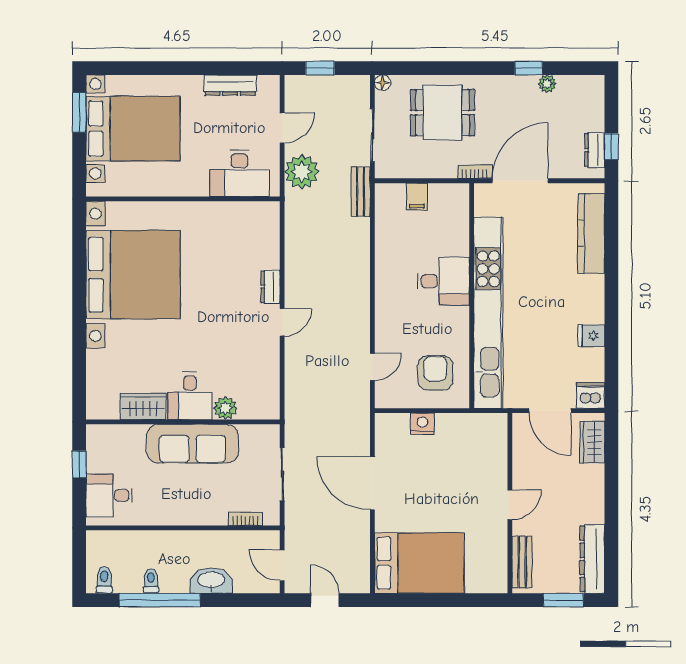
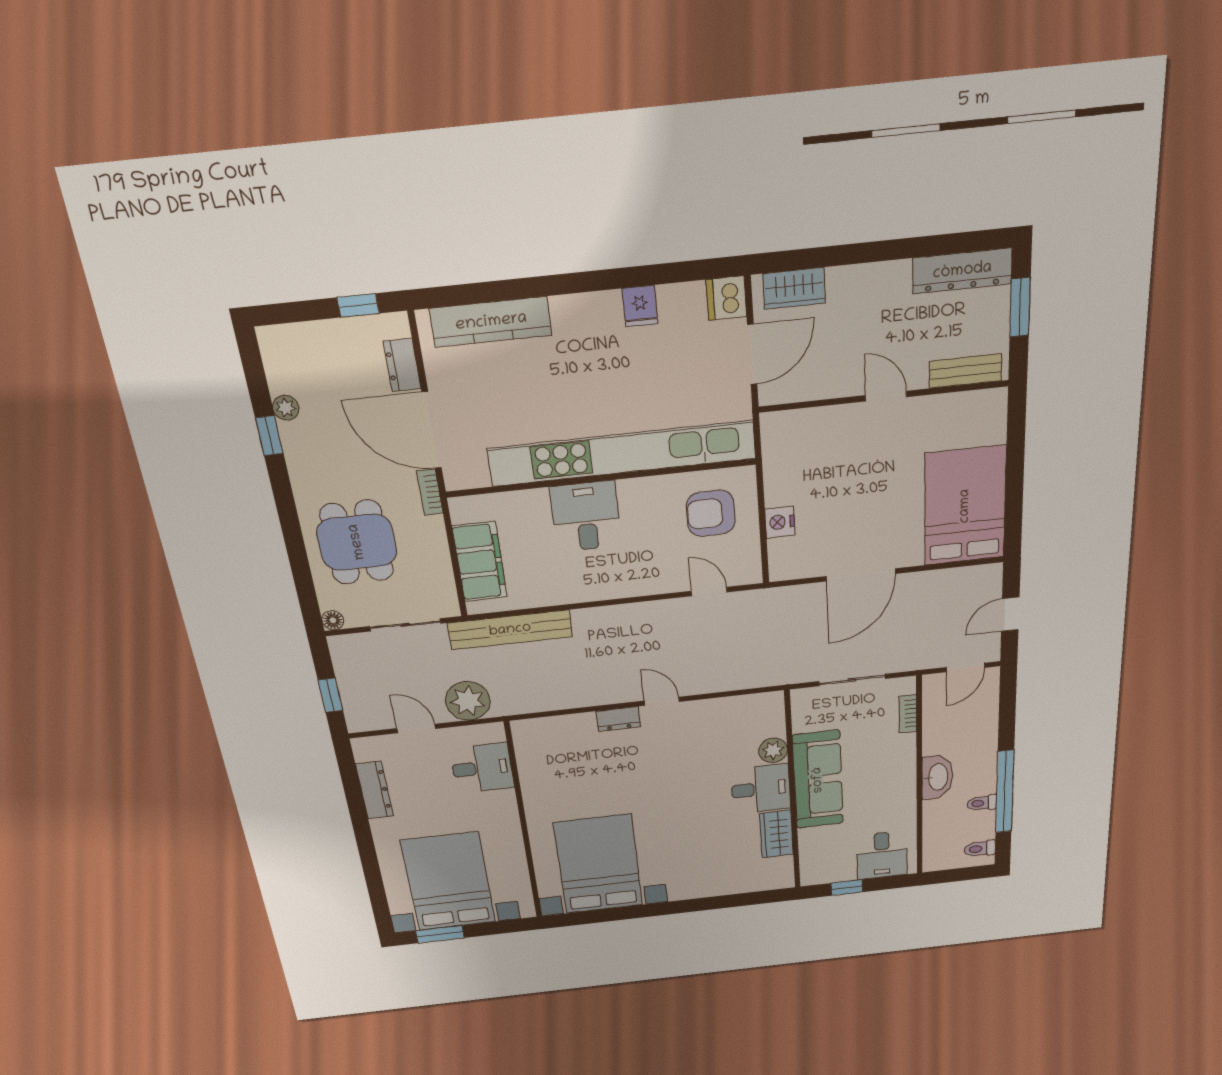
dresser: (595, 150) -> (402, 365), moved, turned 90
desk: (239, 173) -> (482, 768), width x0.73
bench: (361, 192) -> (510, 630), width x1.86, depth x1.21
filing cabinet: (417, 197) -> (480, 562), width x3.00, depth x1.17
bed with nightstands: (133, 275) -> (598, 864), width x0.73
washbasin: (211, 581) -> (937, 777), moved, turned 180

